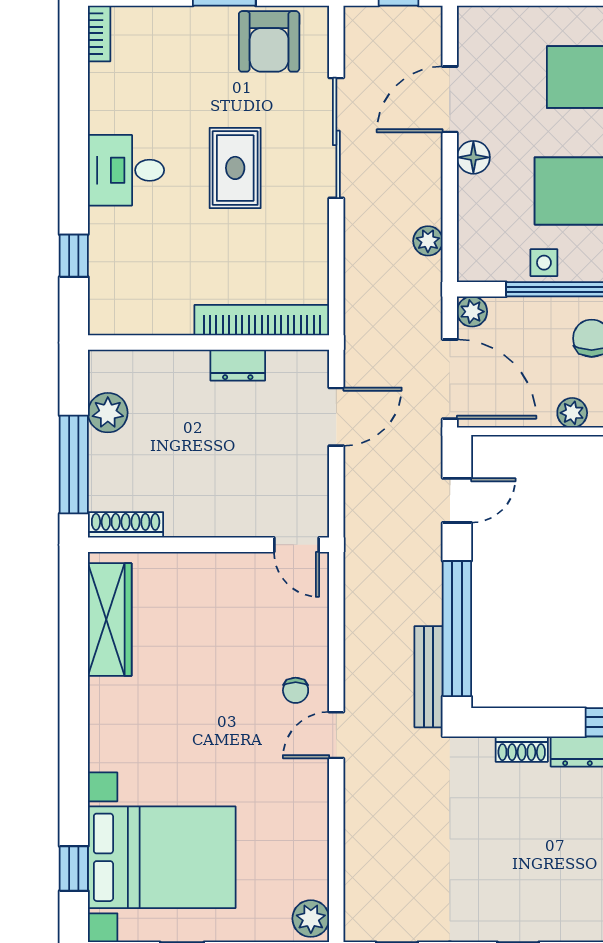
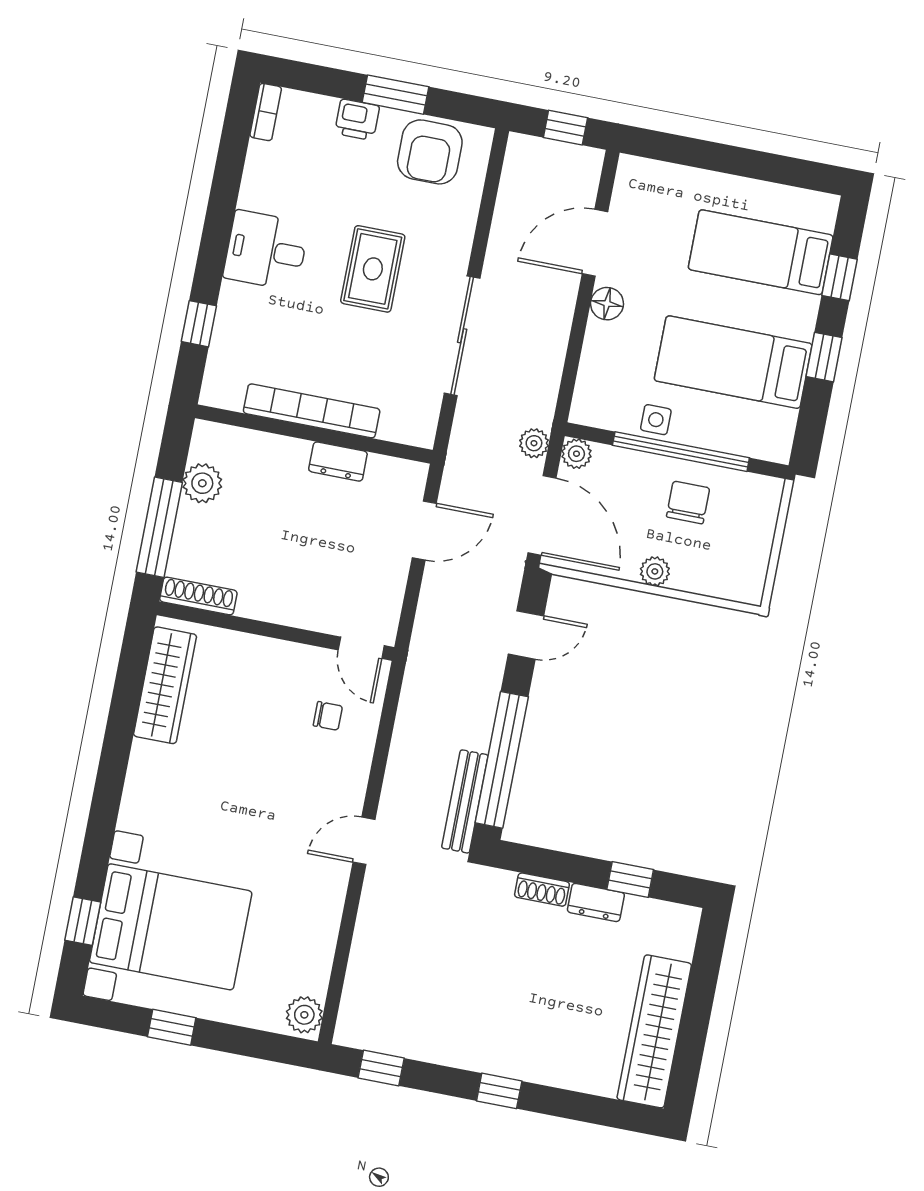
printer: (191, 24) -> (357, 120), added
sliding door: (336, 138) -> (462, 336), moved
plant: (428, 241) -> (534, 443), moved
bookcase: (262, 320) -> (312, 411), moved
chair: (296, 690) -> (328, 716), moved, turned -90

